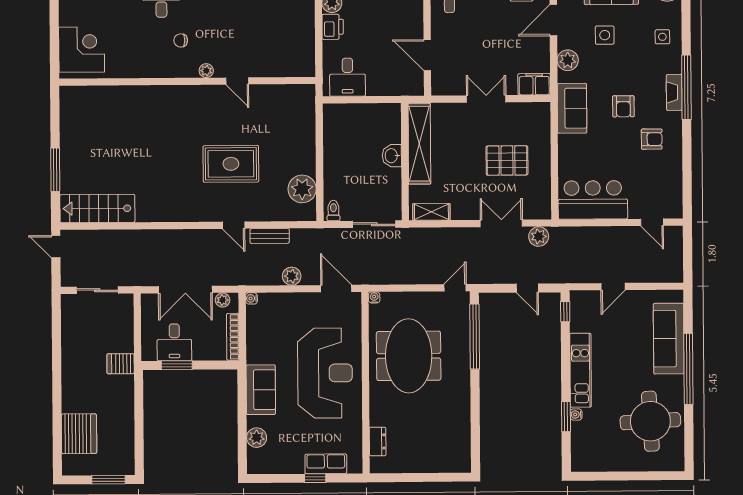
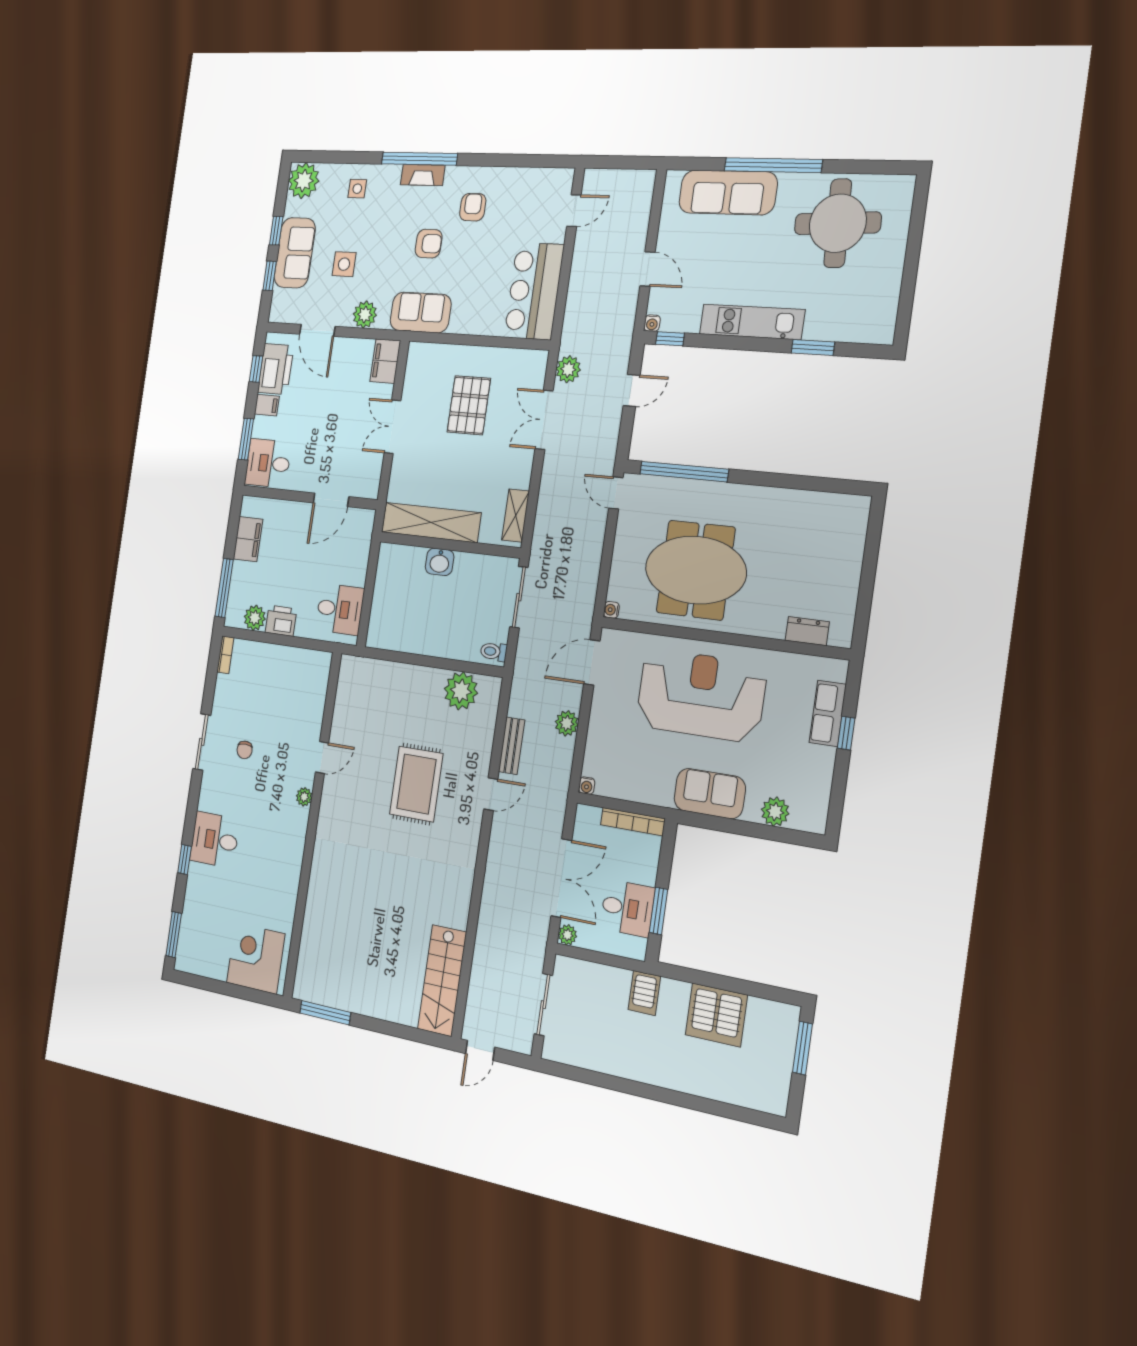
chair: (181, 40) -> (245, 750), moved
window: (55, 170) -> (325, 1013), moved
plant: (223, 300) -> (567, 935), moved
water cooler: (576, 415) -> (652, 323), moved
server rack: (79, 434) -> (716, 1015), moved, turned 180

